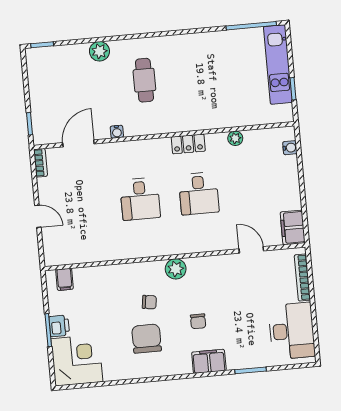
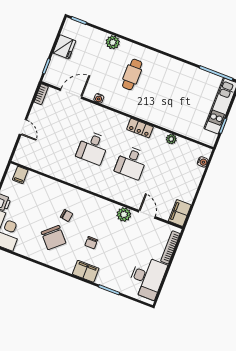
fridge: (40, 88) -> (64, 47), added
plant: (176, 269) -> (124, 214), moved
chair: (147, 339) -> (53, 238), turned 138

